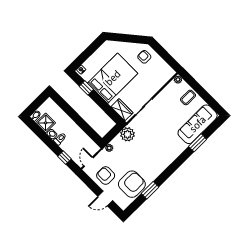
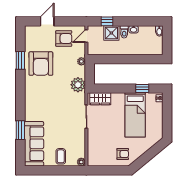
bed: (113, 78) -> (135, 115), width x0.67
shower: (46, 123) -> (111, 33), moved
door: (89, 162) -> (86, 36), swing flipped
armchair: (132, 184) -> (41, 64), moved

